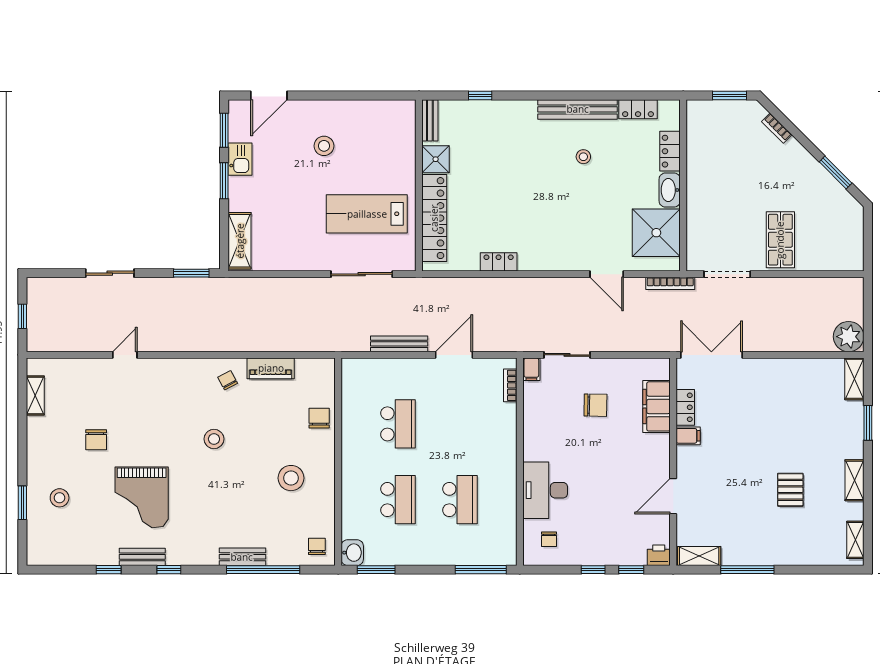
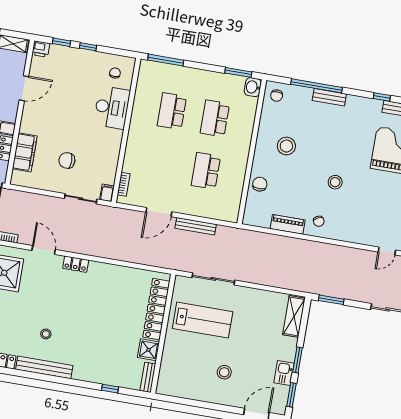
locker: (499, 262) -> (76, 264), moved
chair: (319, 418) -> (260, 184), turned 180

